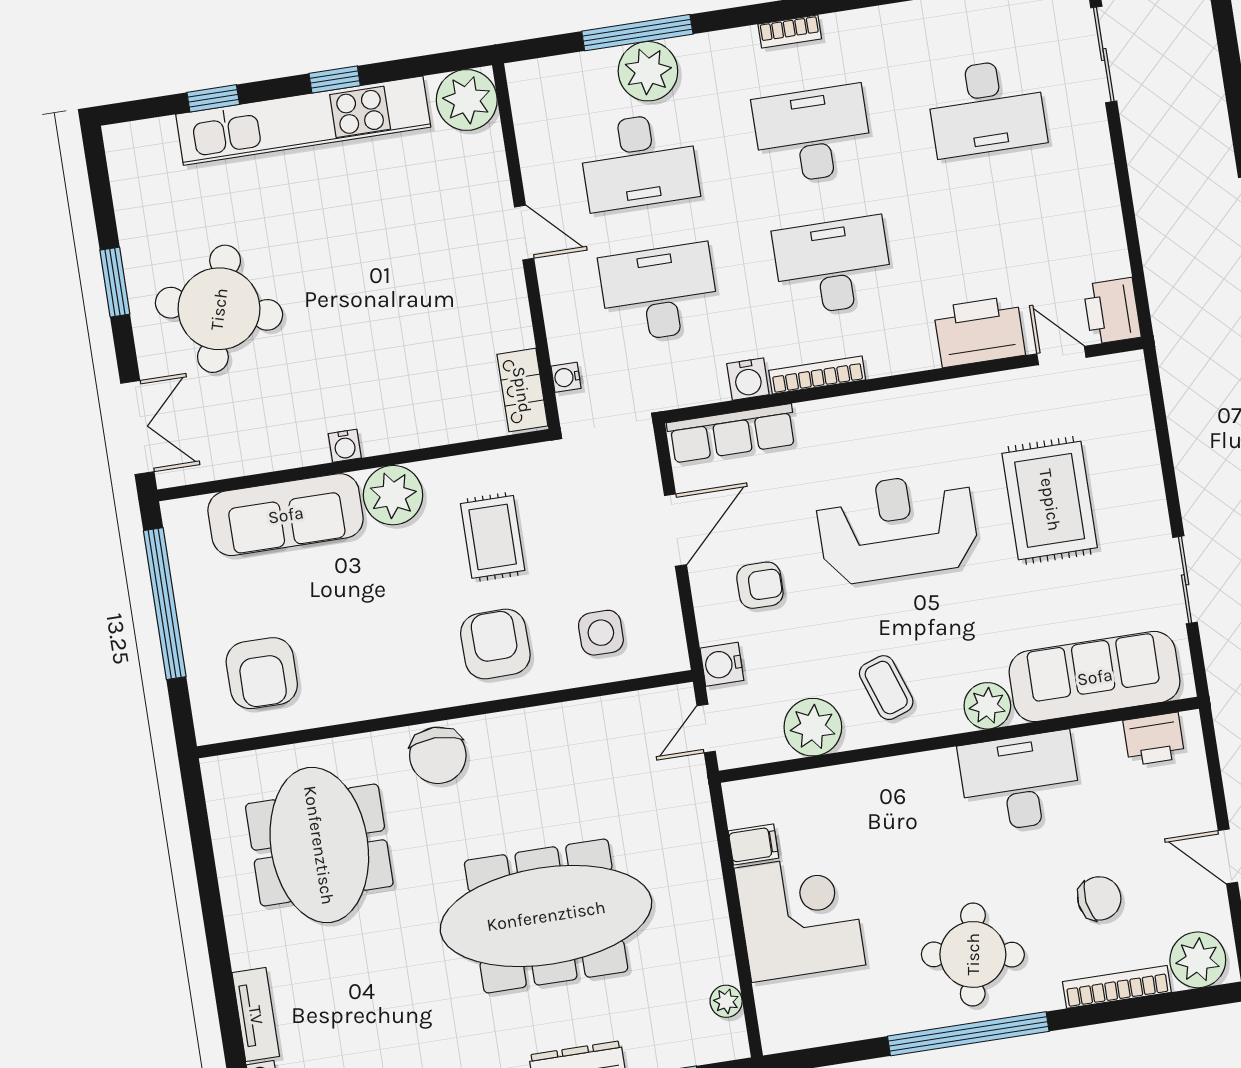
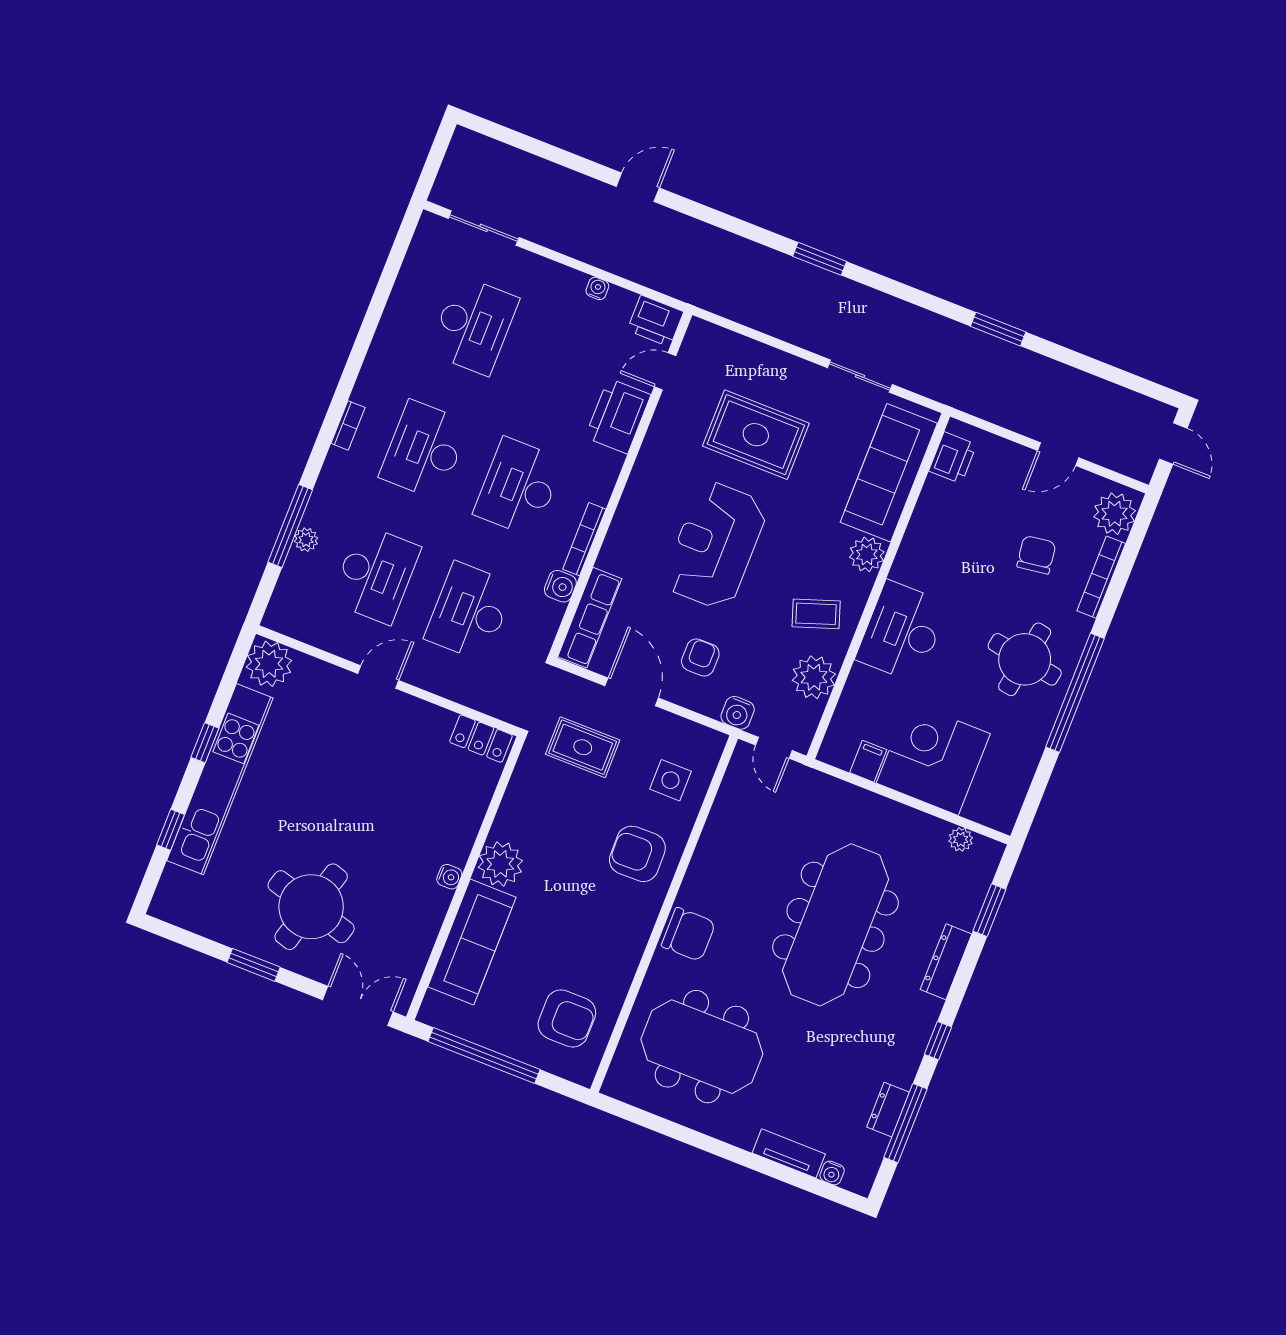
plant: (648, 71) -> (306, 540), width x0.53, depth x0.53
water cooler: (566, 377) -> (597, 288), moved, turned 180
rug: (493, 537) -> (583, 747), moved
desk: (1020, 782) -> (902, 632), moved

